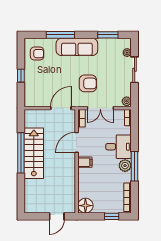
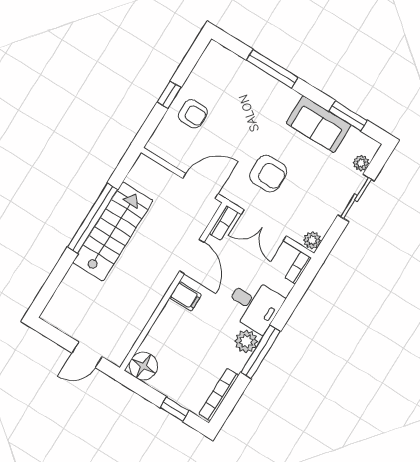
sofa: (77, 47) -> (319, 124), moved, width x0.73
armchair: (37, 54) -> (193, 114), moved
door: (77, 142) -> (192, 257), swing flipped

